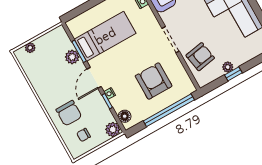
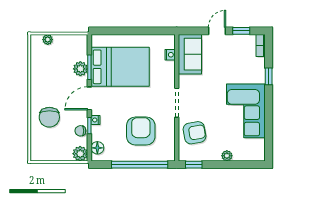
bed: (105, 36) -> (120, 67), width x1.50
plant: (228, 67) -> (227, 156), moved
window: (233, 74) -> (194, 165), moved
chair: (83, 135) -> (80, 131), moved

